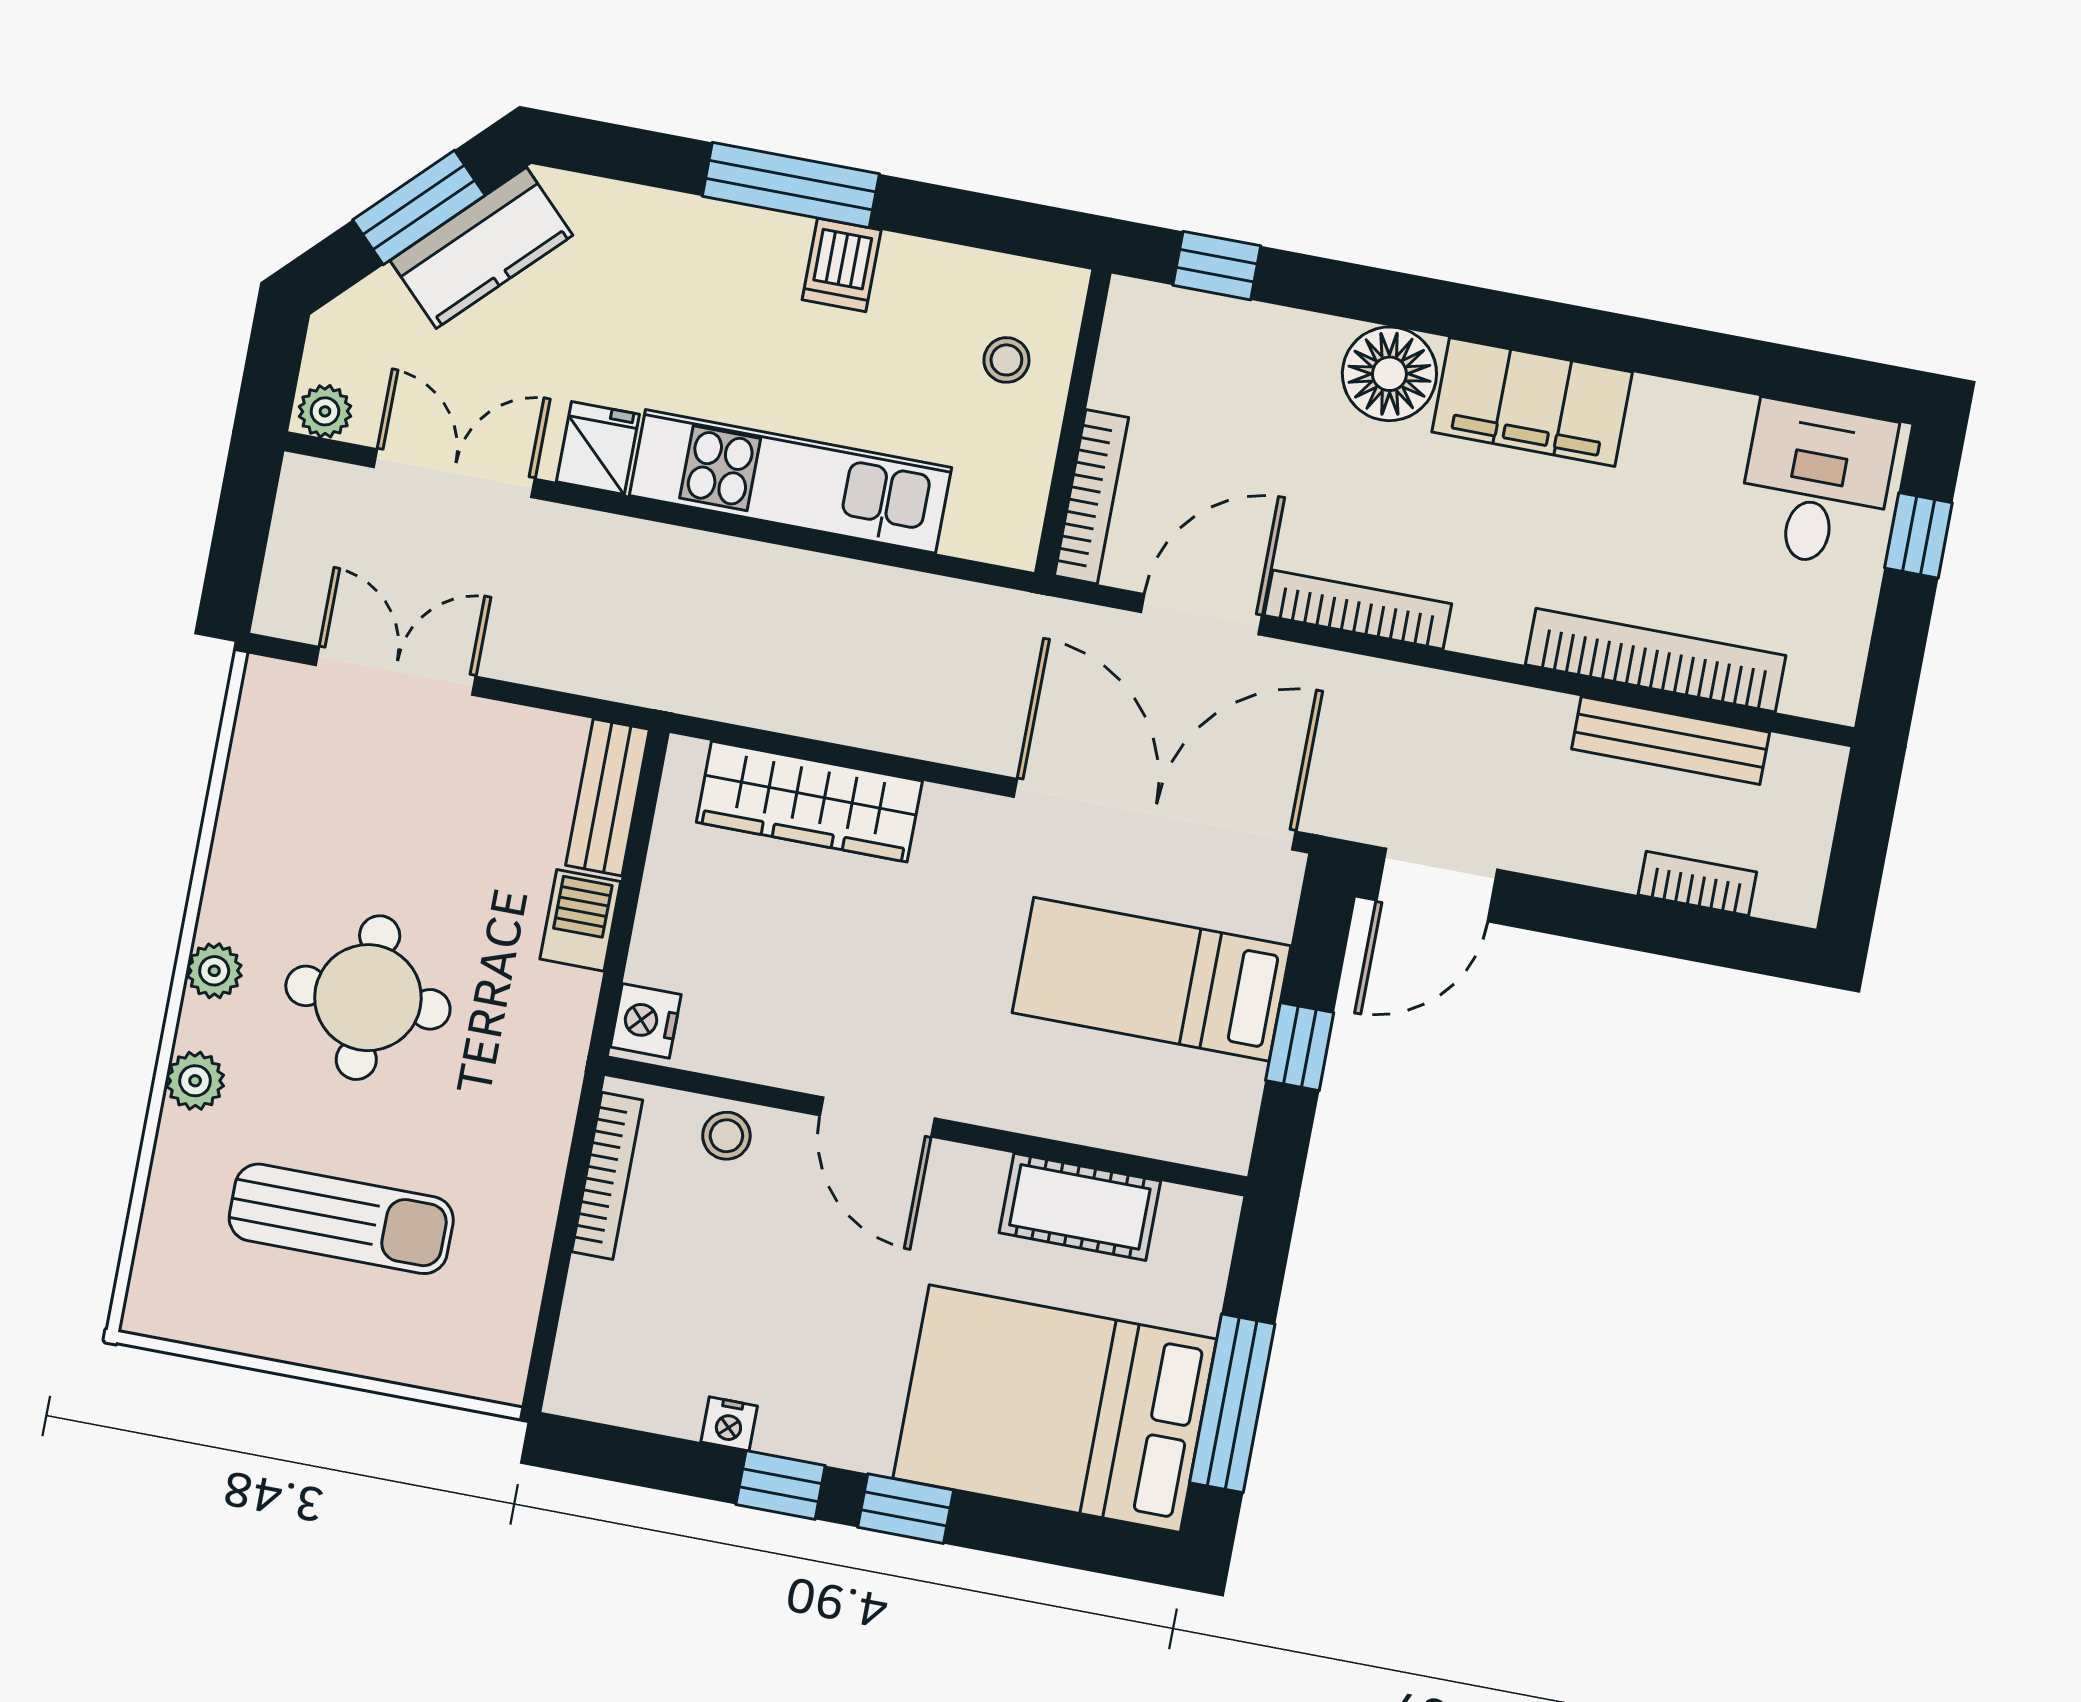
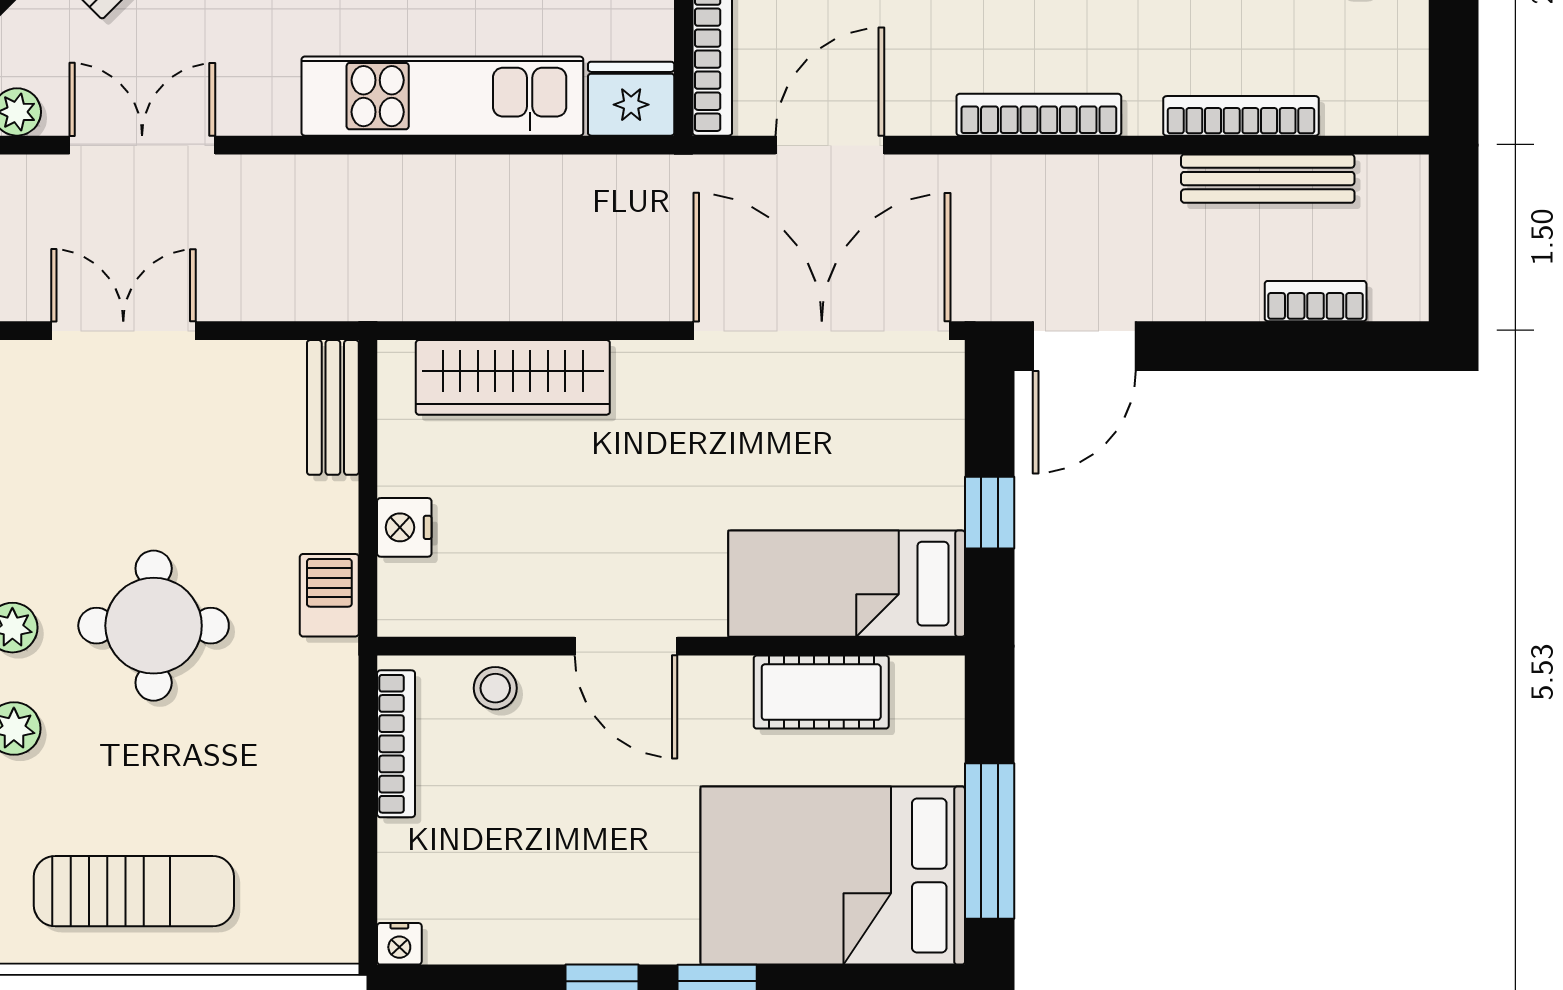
fridge: (598, 448) -> (631, 99), moved, width x1.38
bookcase: (1358, 610) -> (1039, 115), moved
bookcase: (1656, 660) -> (1241, 116), width x0.68, depth x0.76
barbecue: (580, 920) -> (329, 595), moved
bed: (1151, 979) -> (847, 584), moved
nightstand: (646, 1021) -> (404, 527), moved
sun lounger: (341, 1219) -> (134, 891), moved
nightstand: (729, 1424) -> (399, 944), moved

